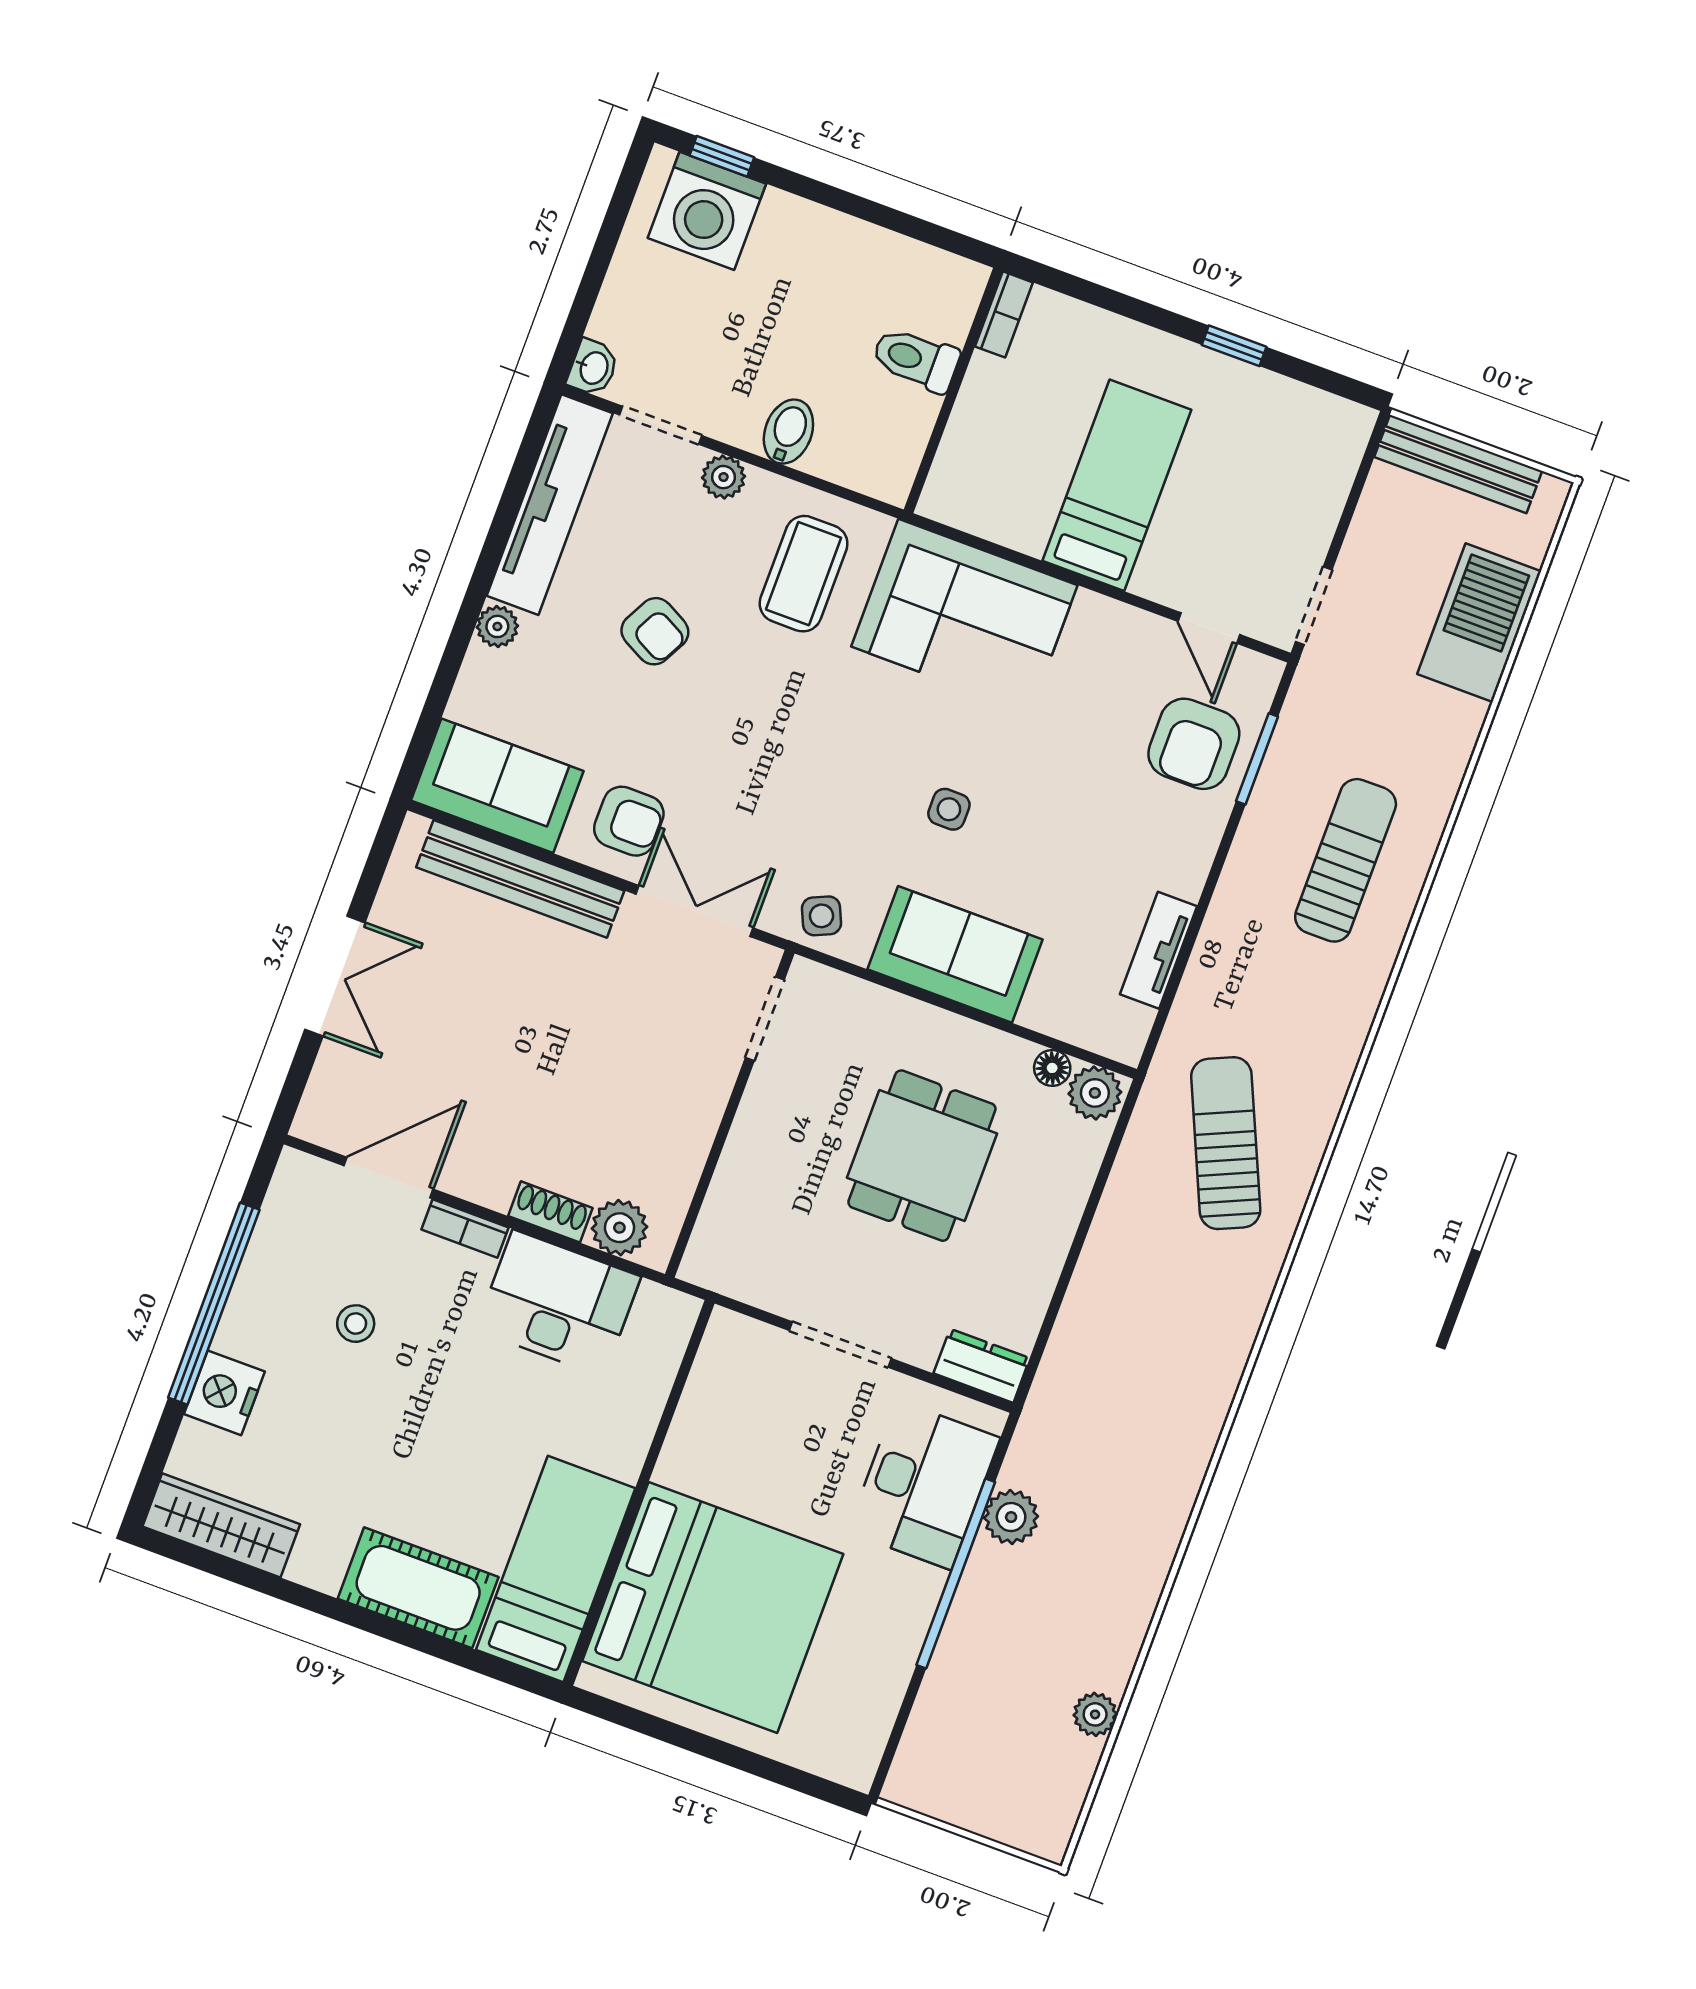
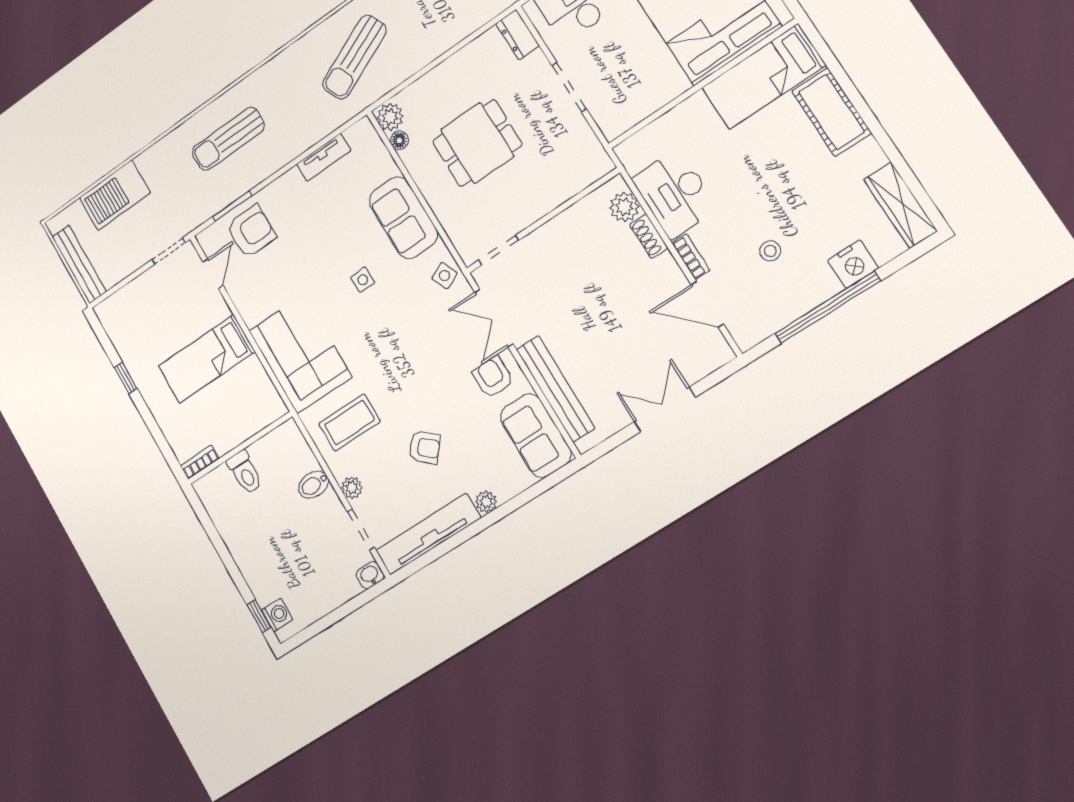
washing machine: (707, 211) -> (277, 615), width x0.53, depth x0.53
armchair: (655, 631) -> (425, 447), turned 102

